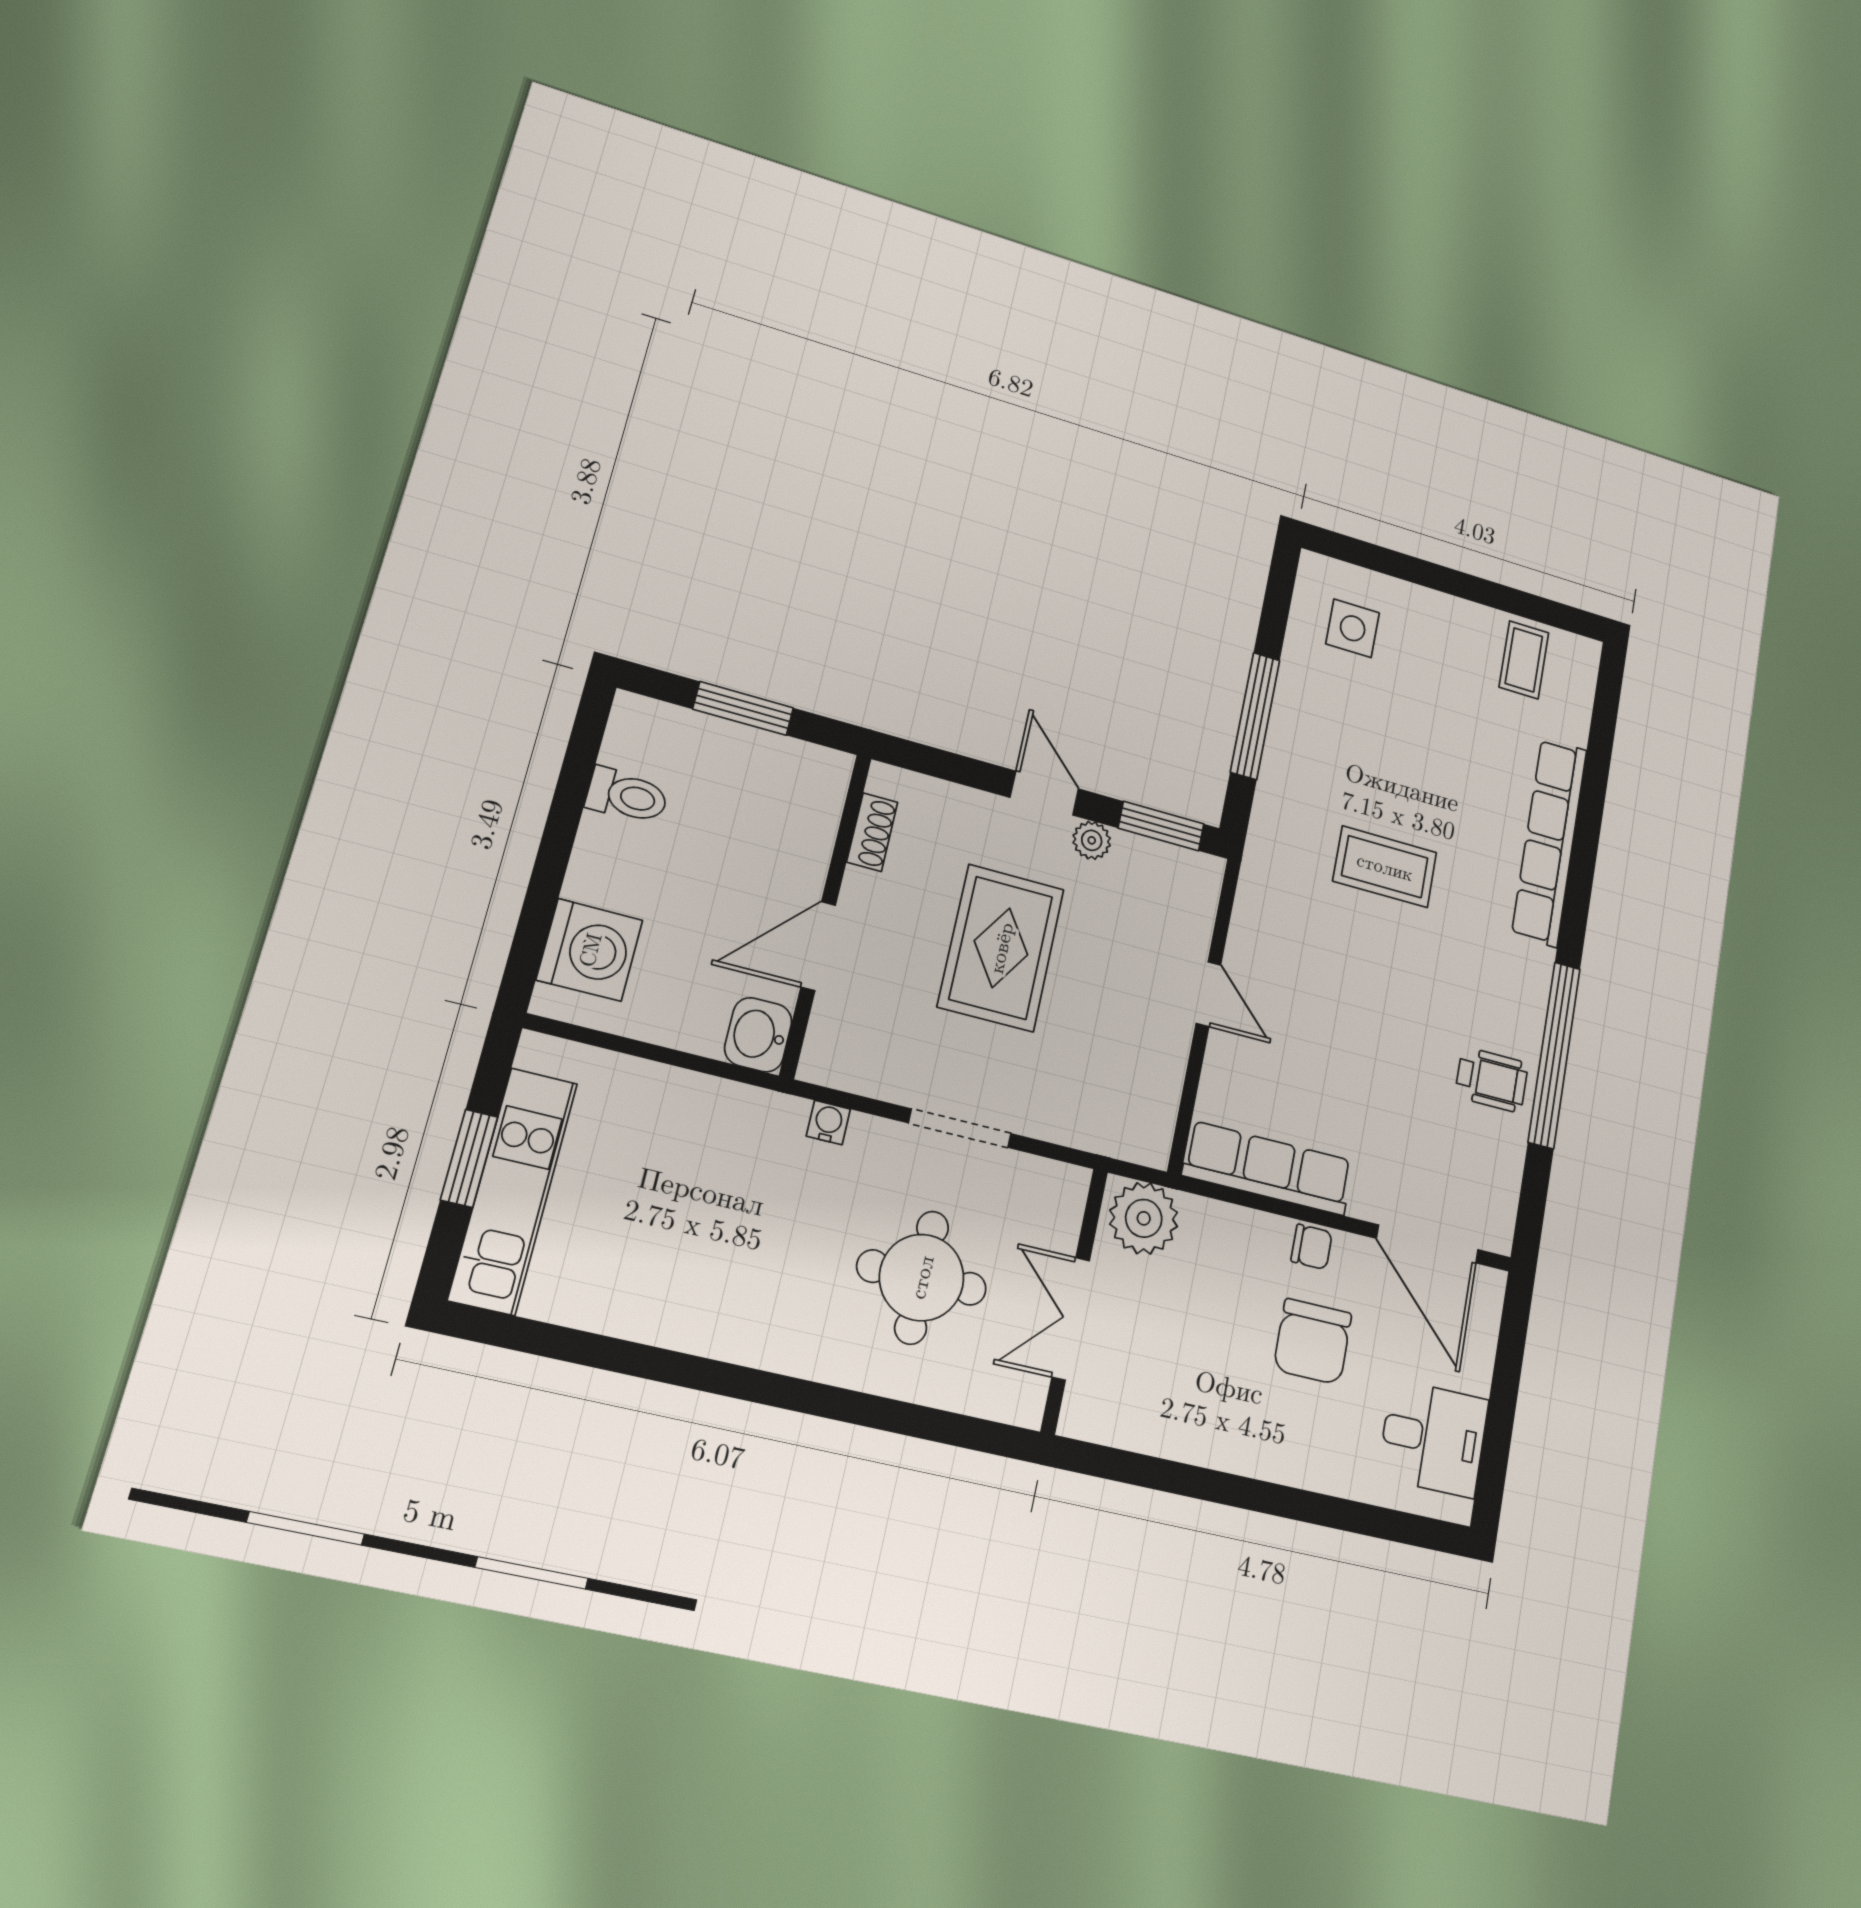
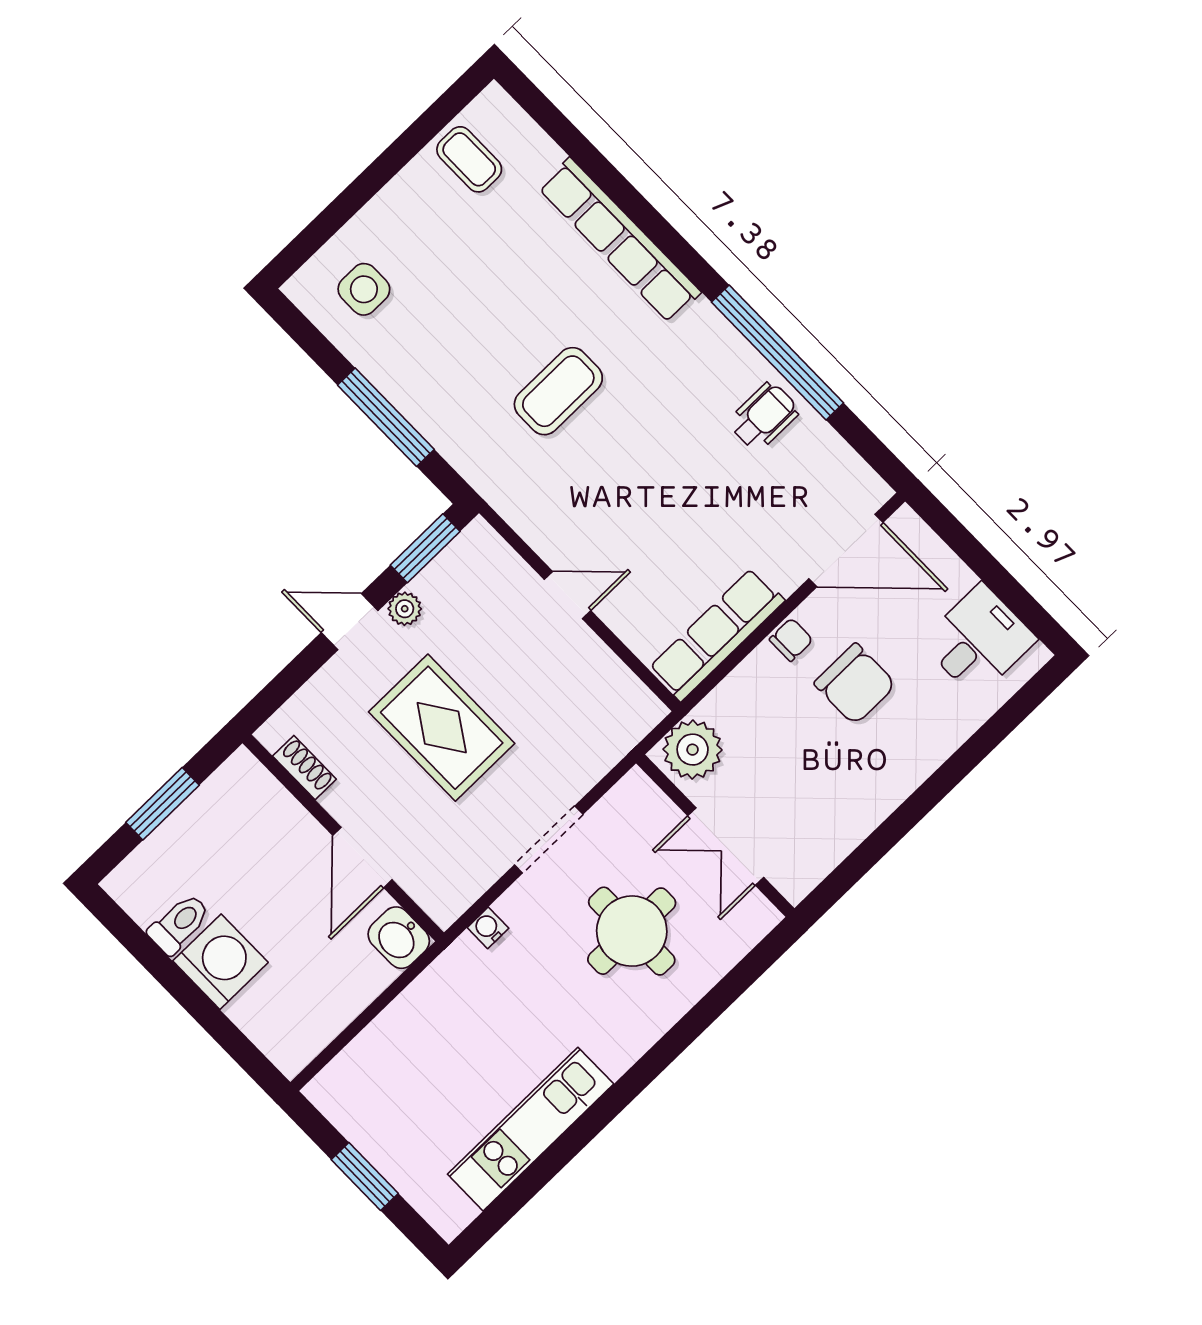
washing machine: (590, 950) -> (220, 962), moved
kitchen unit: (513, 1191) -> (531, 1129), moved, turned -90

